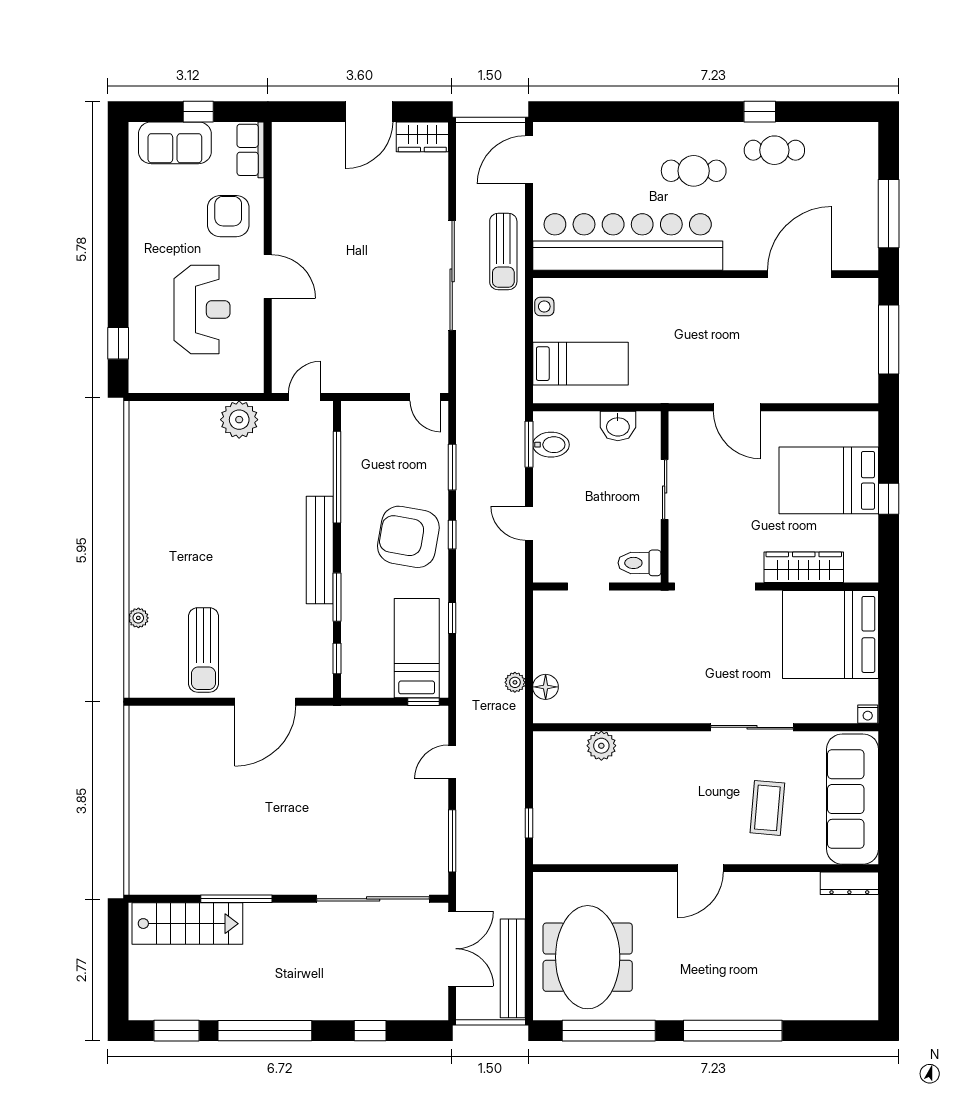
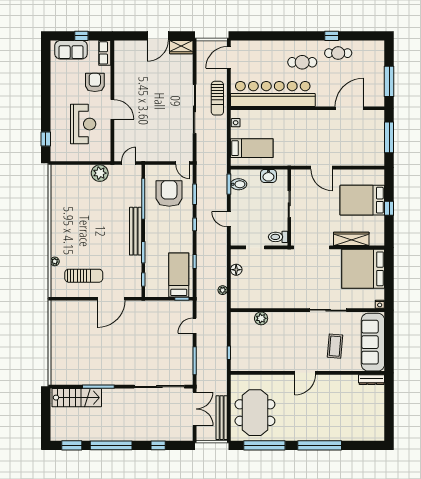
armchair: (408, 537) -> (169, 194), moved, turned 80
sun lounger: (204, 650) -> (84, 276), turned -90
floor lamp: (546, 687) -> (236, 270), moved

